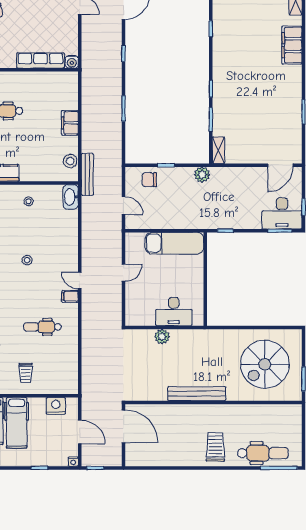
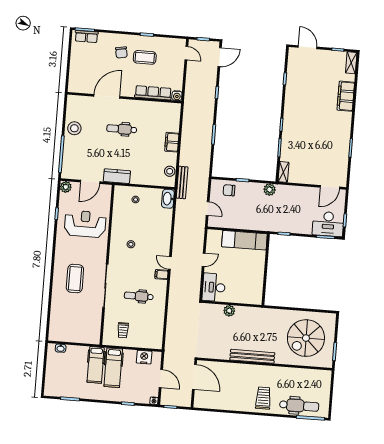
coffee table: (26, 15) -> (145, 57), added
desk: (174, 312) -> (214, 287), moved, turned 90

